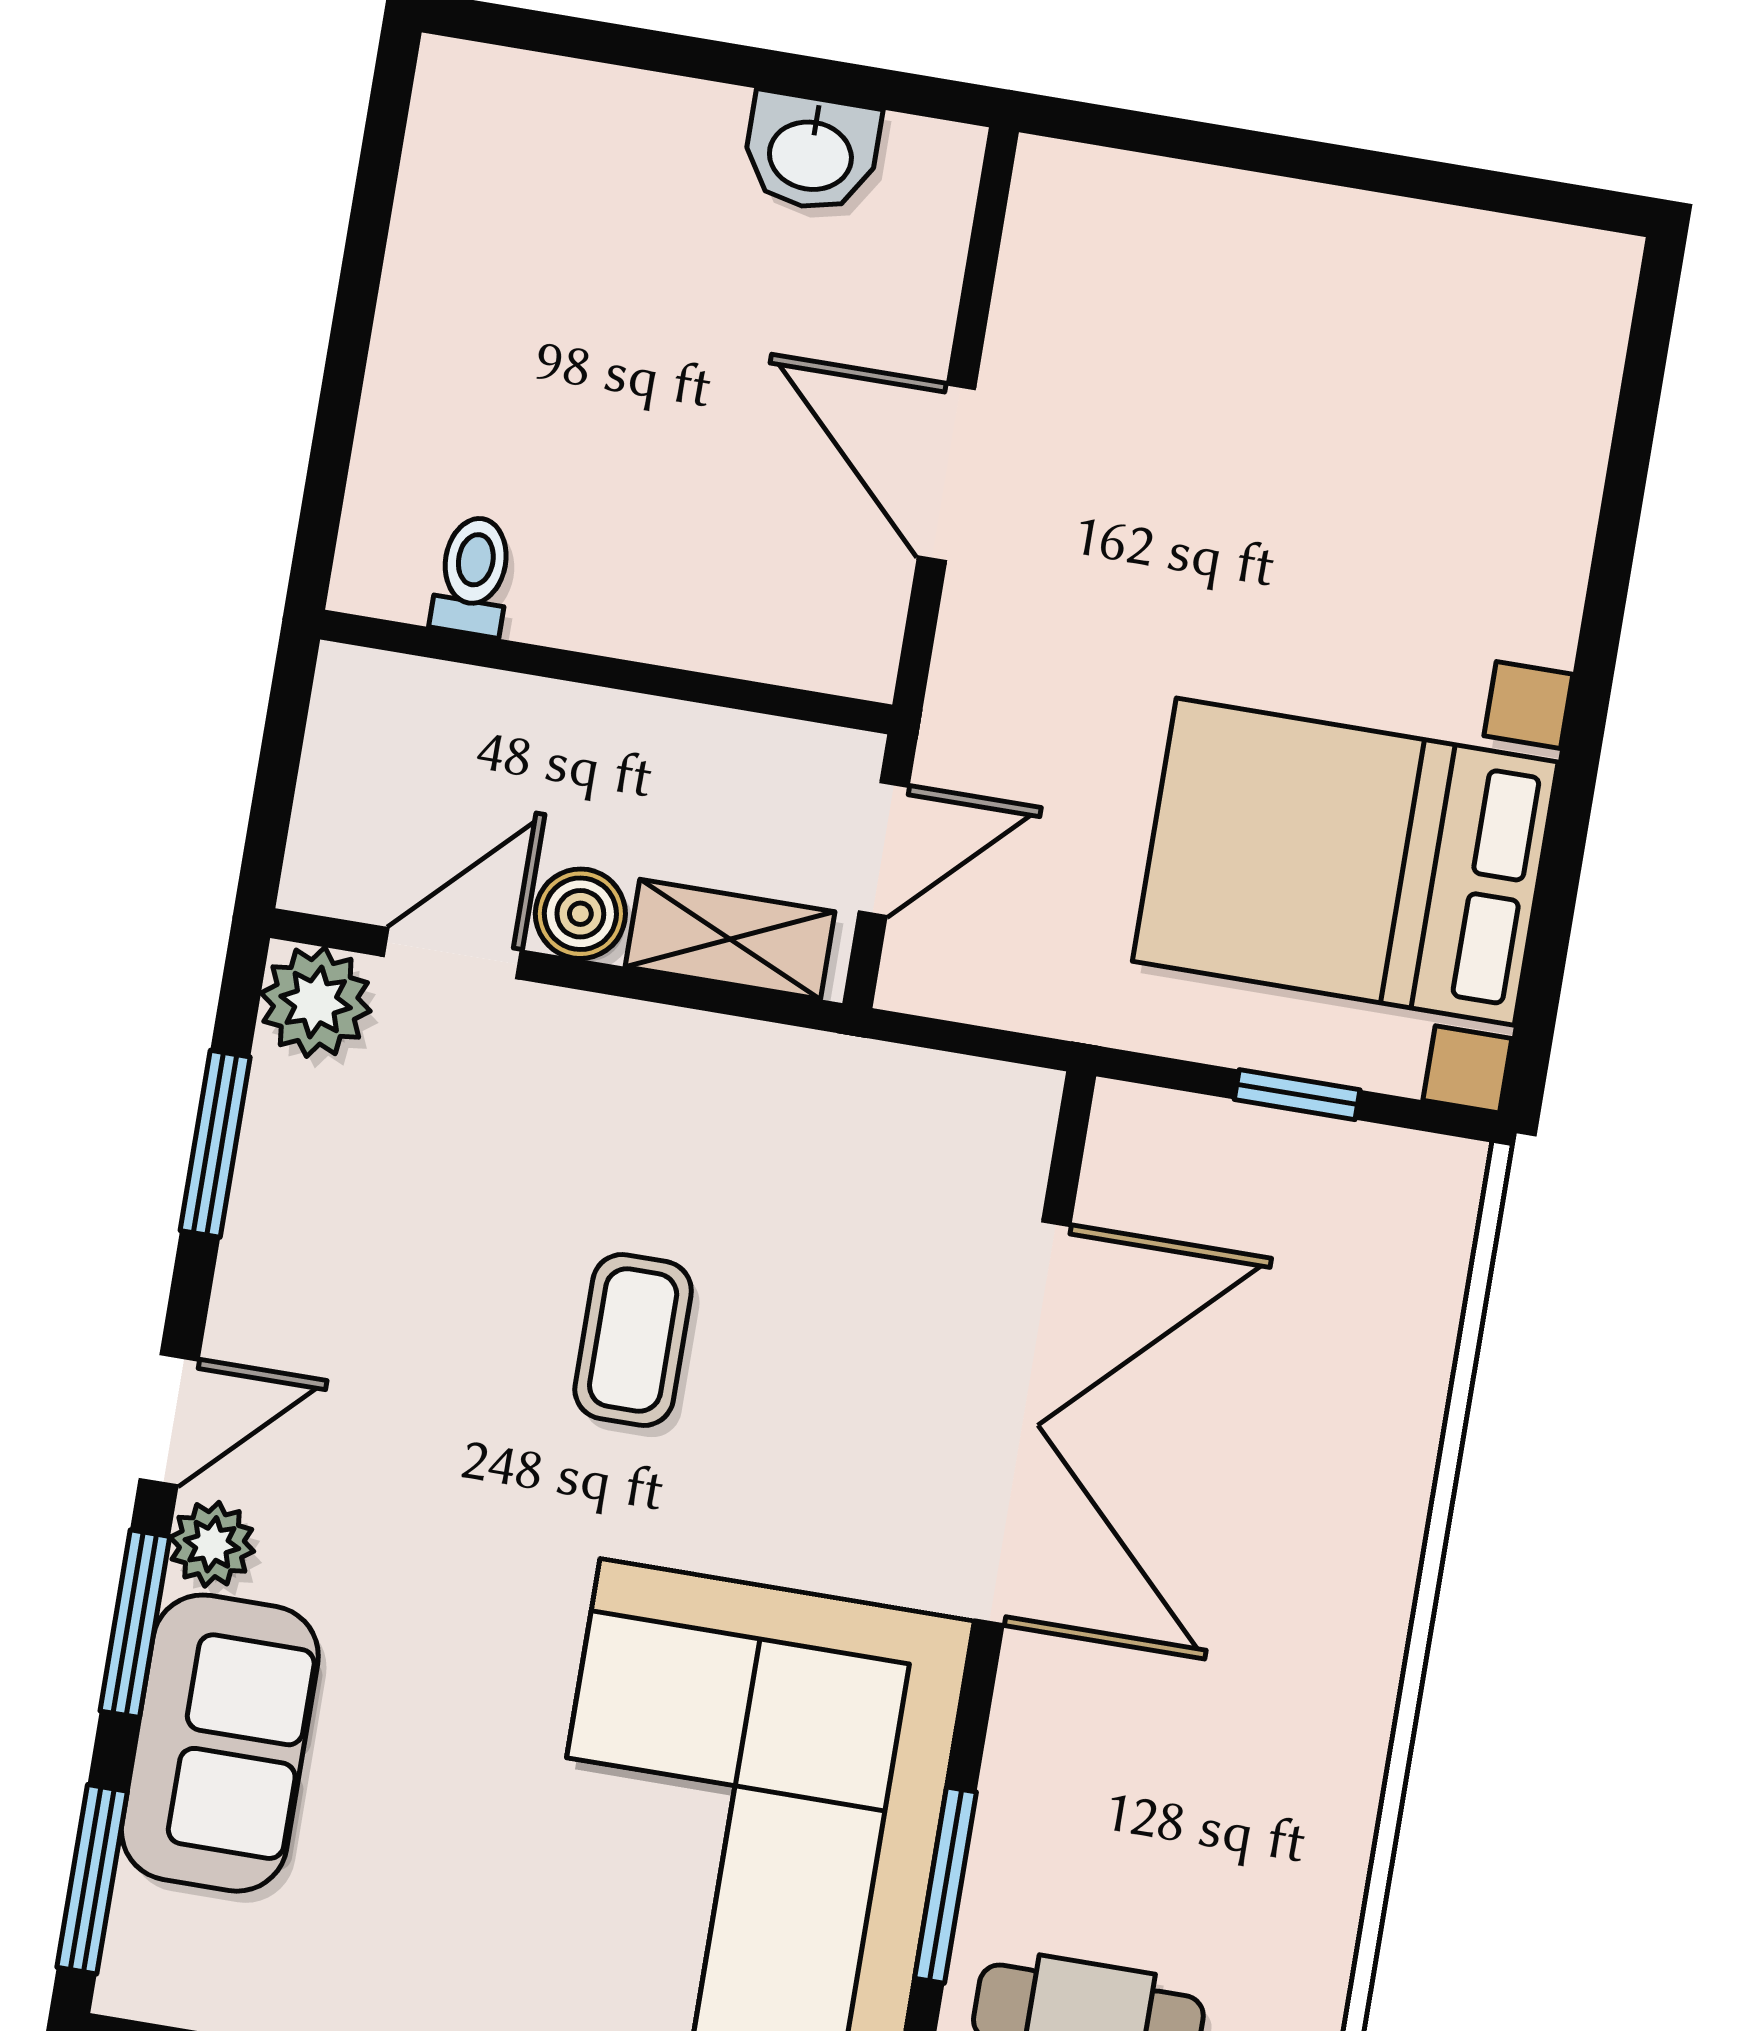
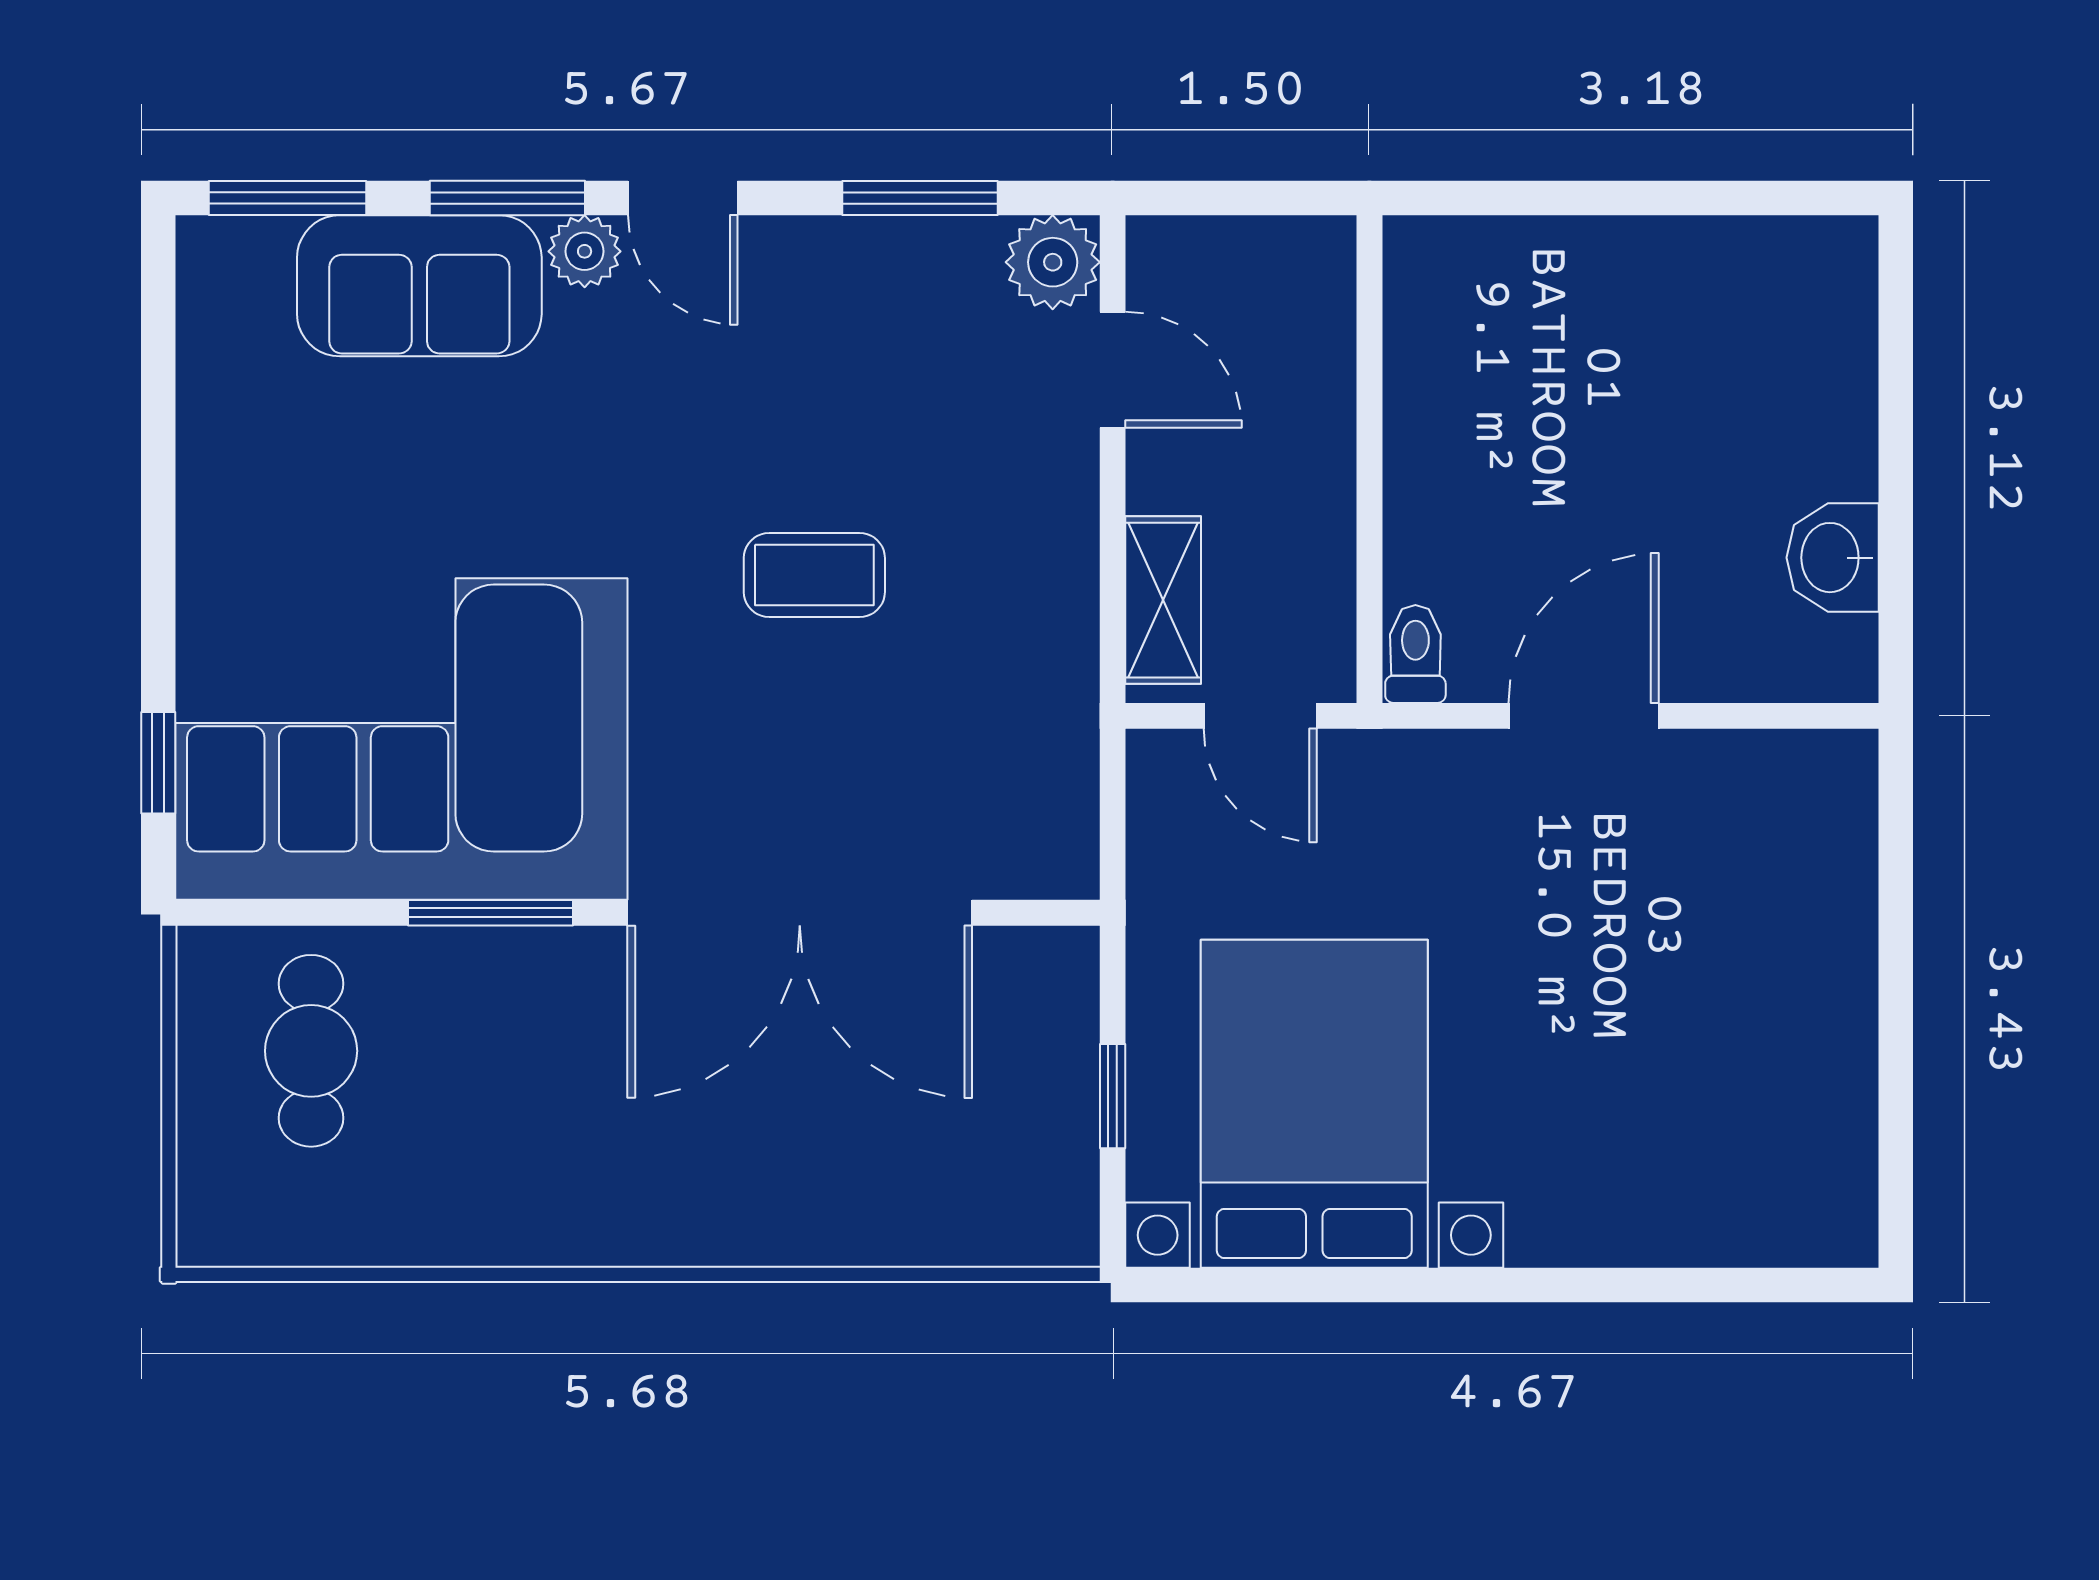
toilet: (473, 576) -> (1415, 654), moved, turned -90
boiler: (580, 914) -> (1164, 471), removed
window: (946, 1885) -> (491, 913), moved

